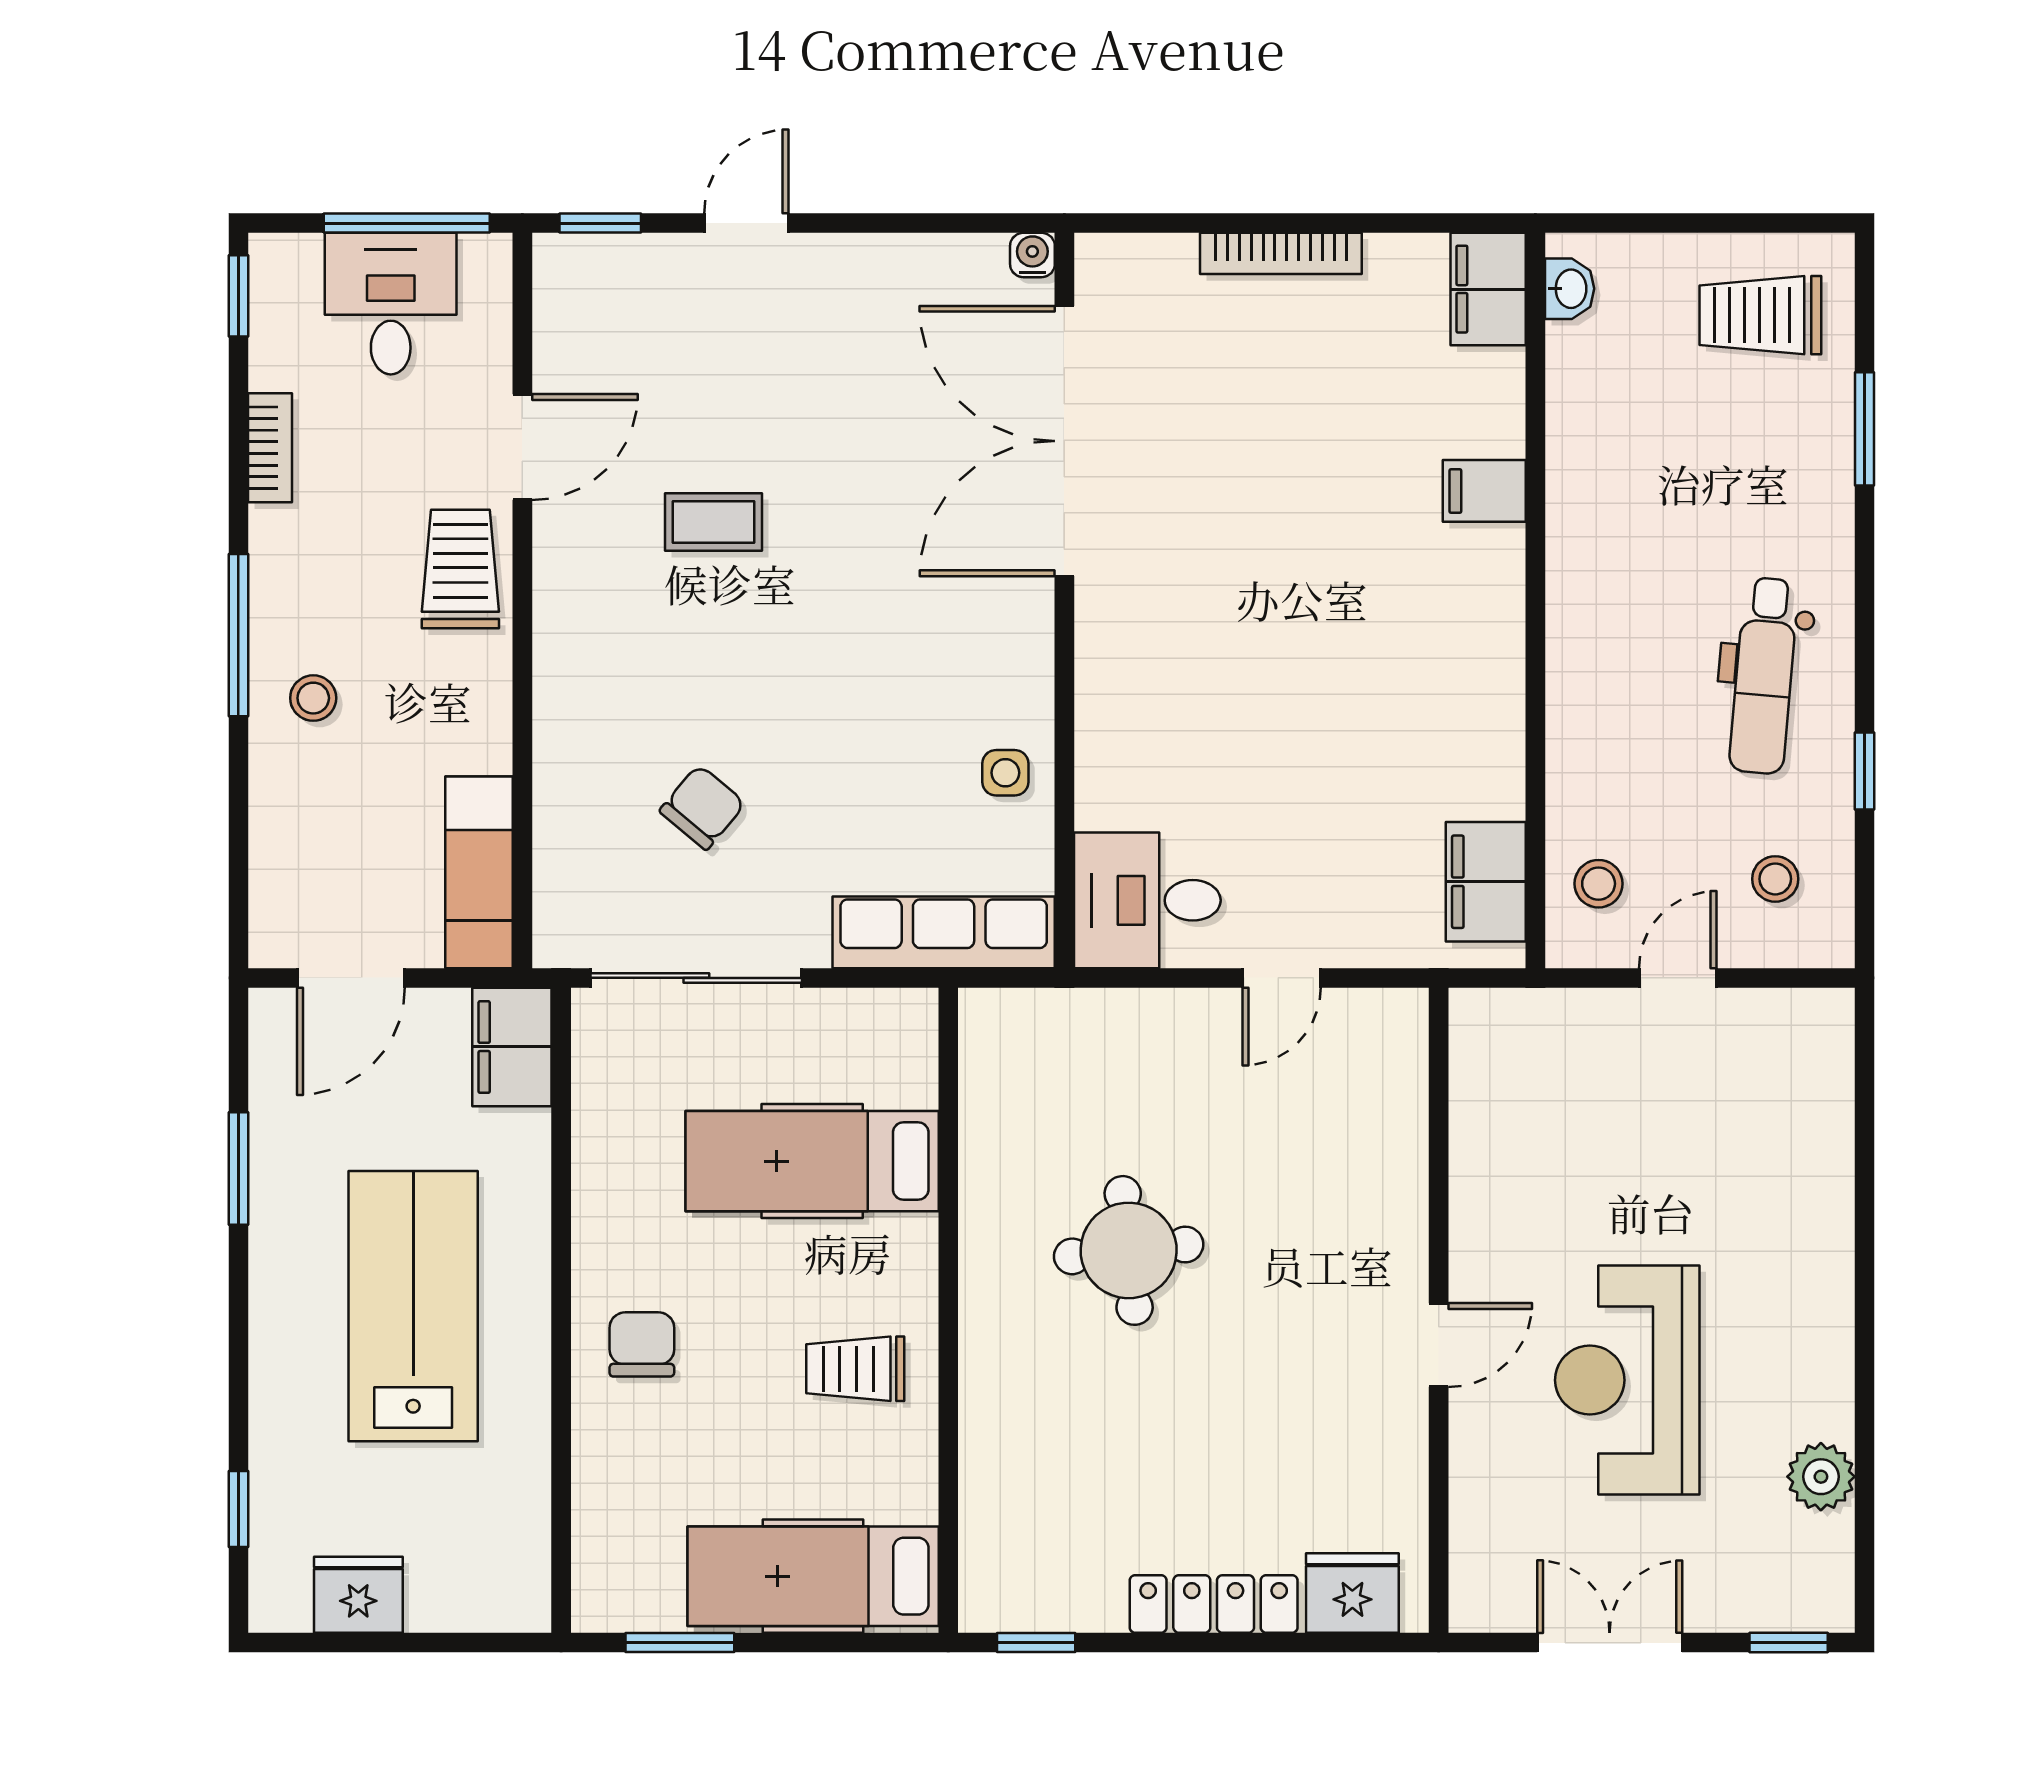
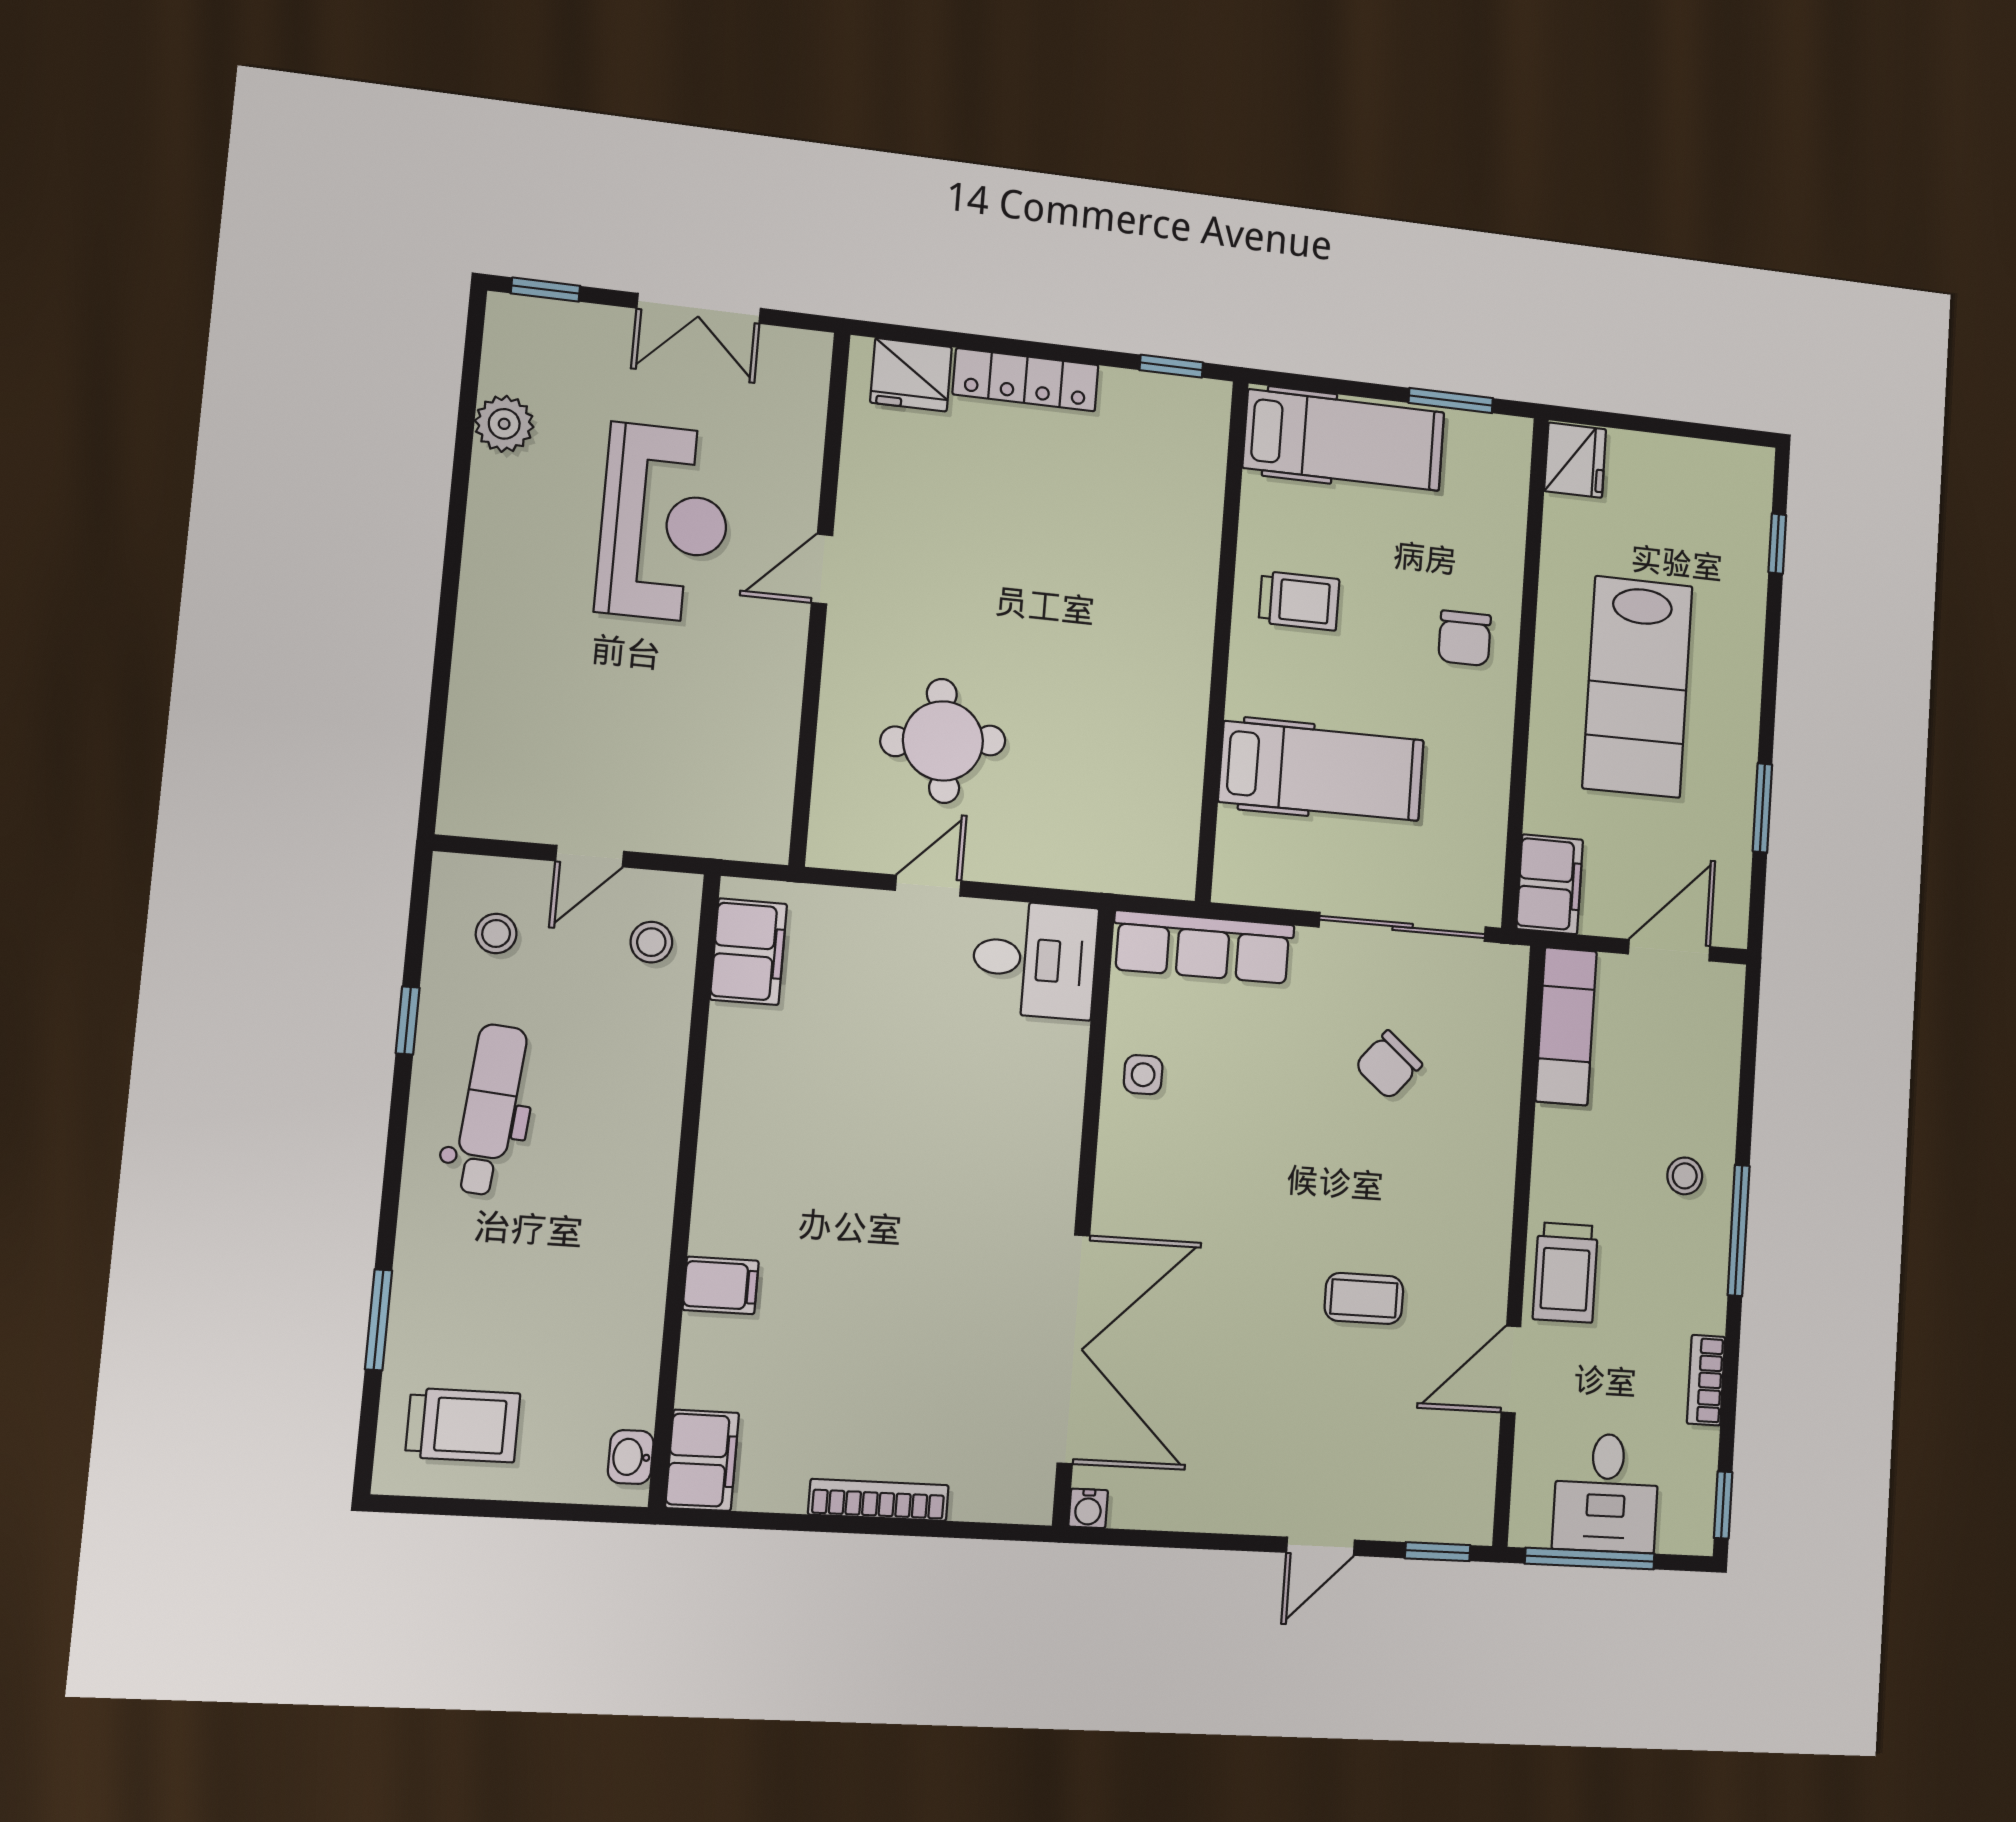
round table: (1129, 1250) -> (943, 741), moved
fridge: (358, 1595) -> (1575, 460), moved, turned -90

